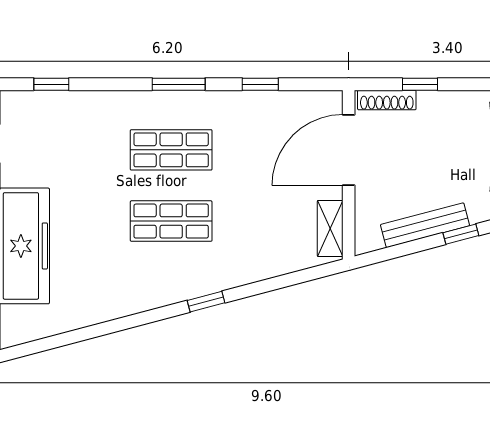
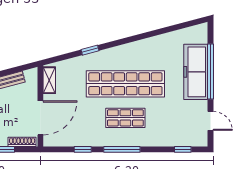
window: (179, 84) -> (122, 149), width x1.44
shop shelf: (171, 221) -> (125, 84), width x2.00, depth x1.36
window: (206, 302) -> (90, 50), moved

